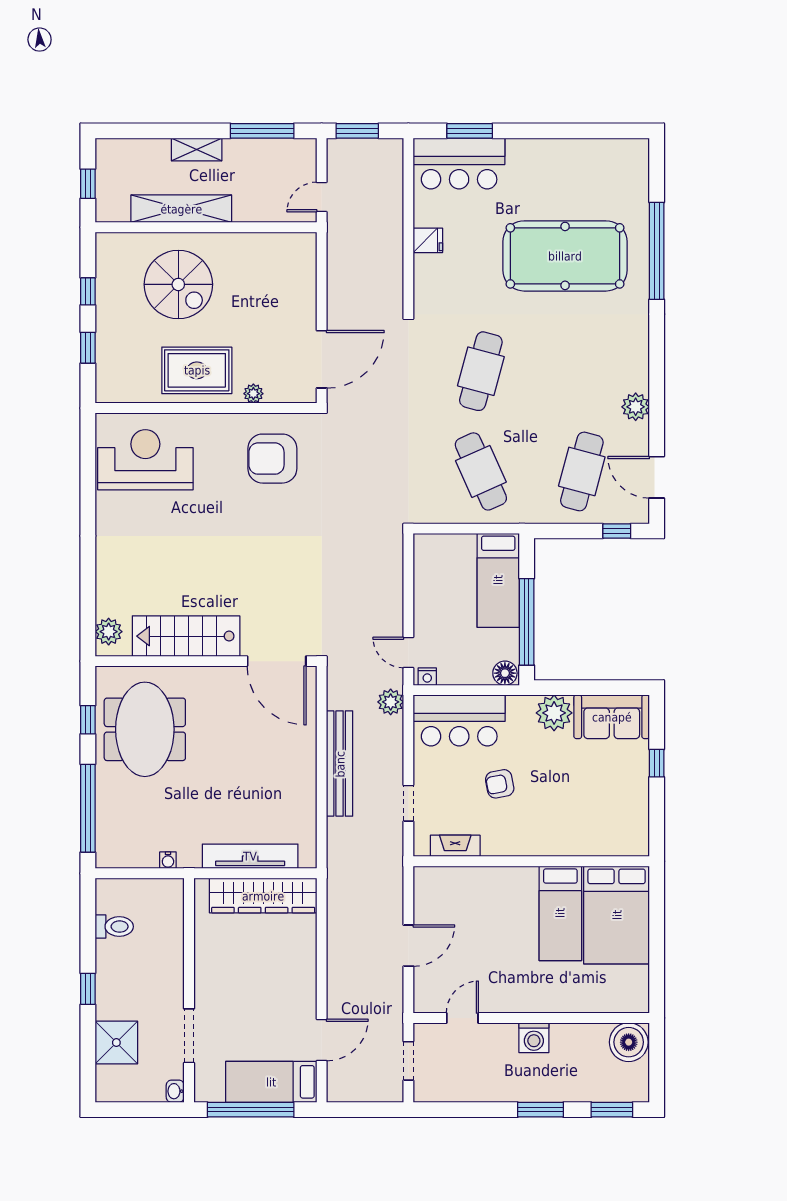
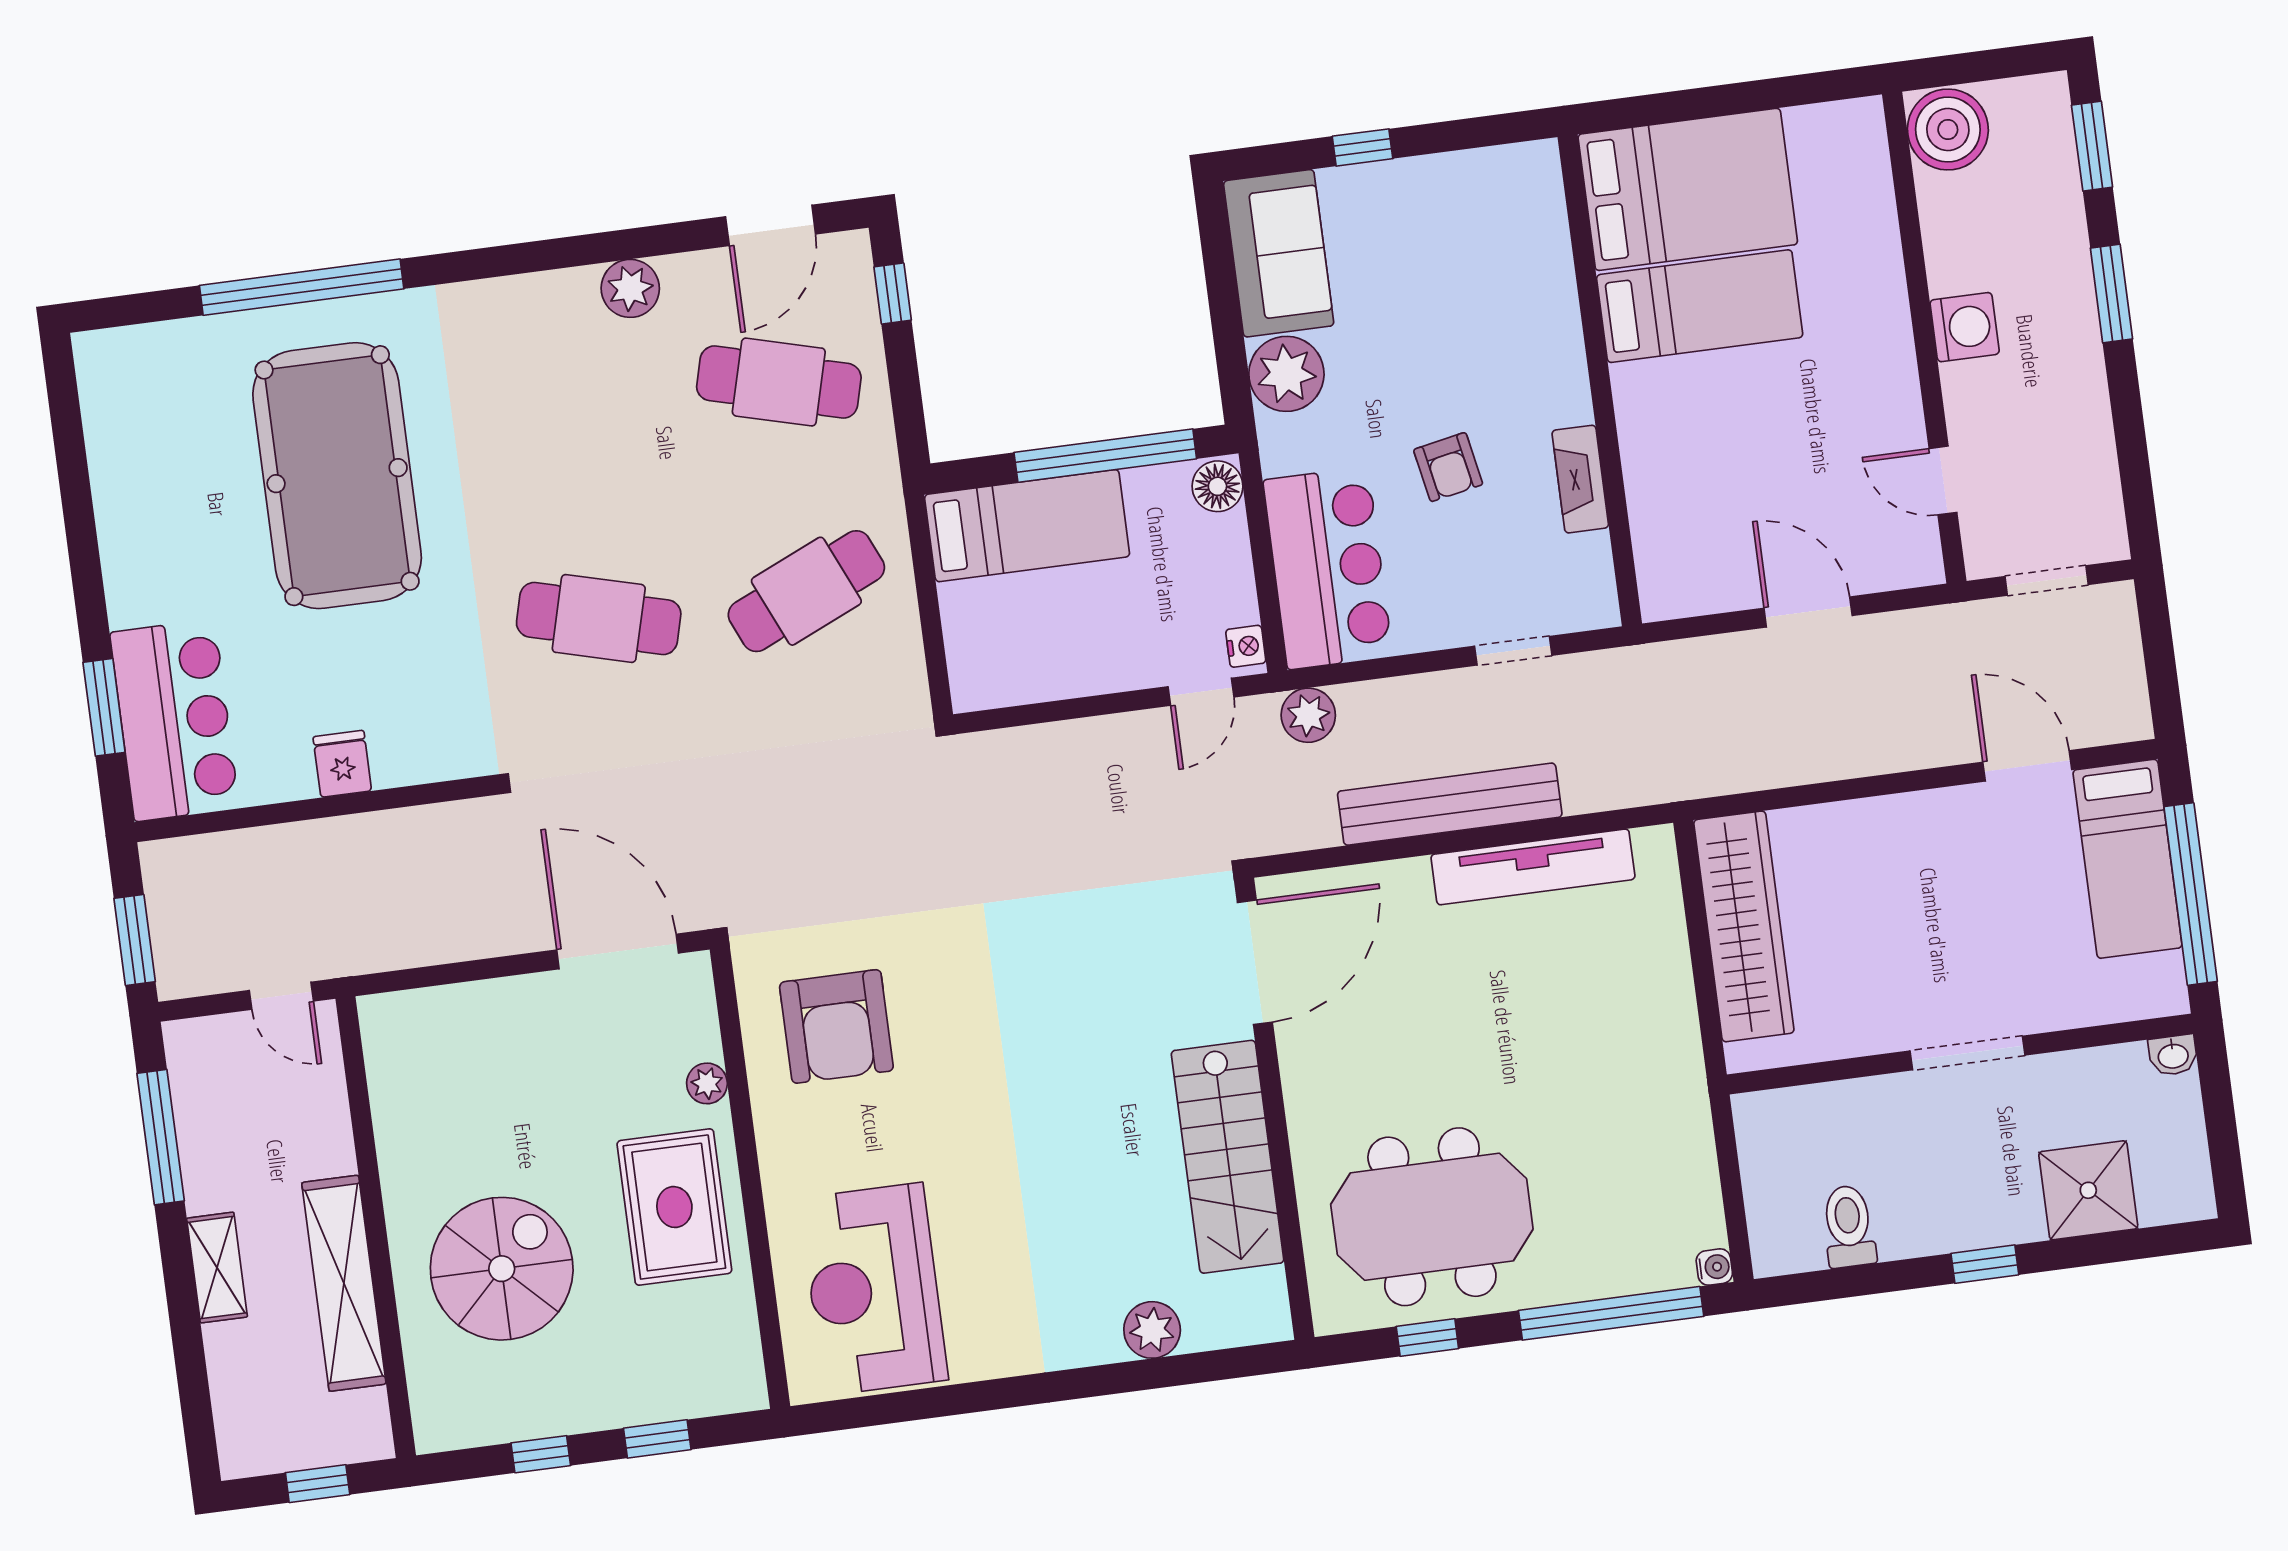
plant: (109, 632) -> (1152, 1330), moved
fireplace: (455, 846) -> (1580, 479), moved
tv unit: (250, 856) -> (1533, 867), moved, turned -90
water cooler: (168, 860) -> (1714, 1267), moved
doorway: (189, 1036) -> (1967, 1053), moved

